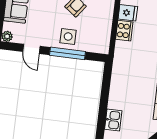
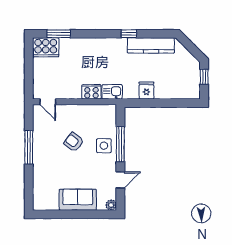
fridge: (128, 13) -> (146, 91), moved
kitchen sink: (113, 120) -> (112, 92), moved

